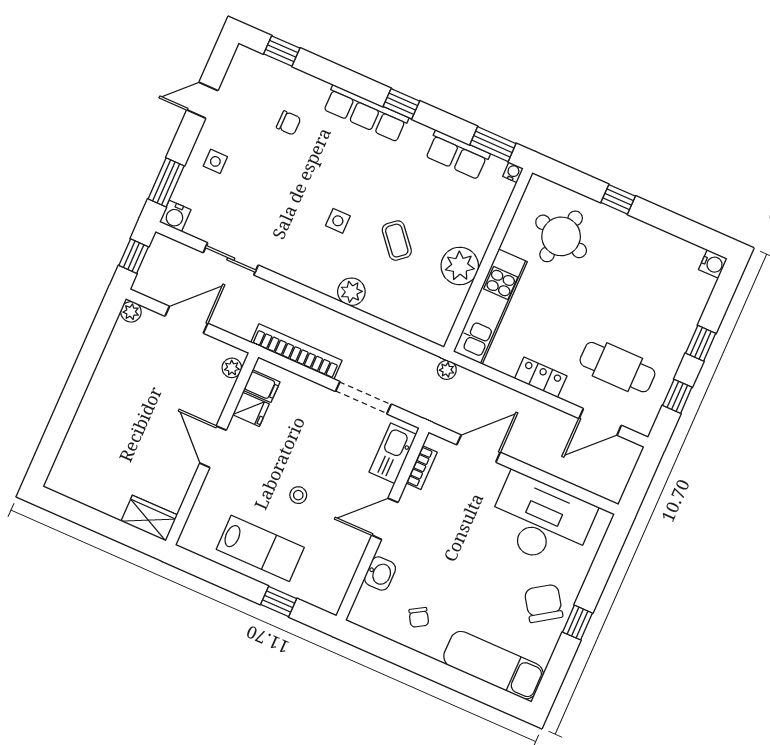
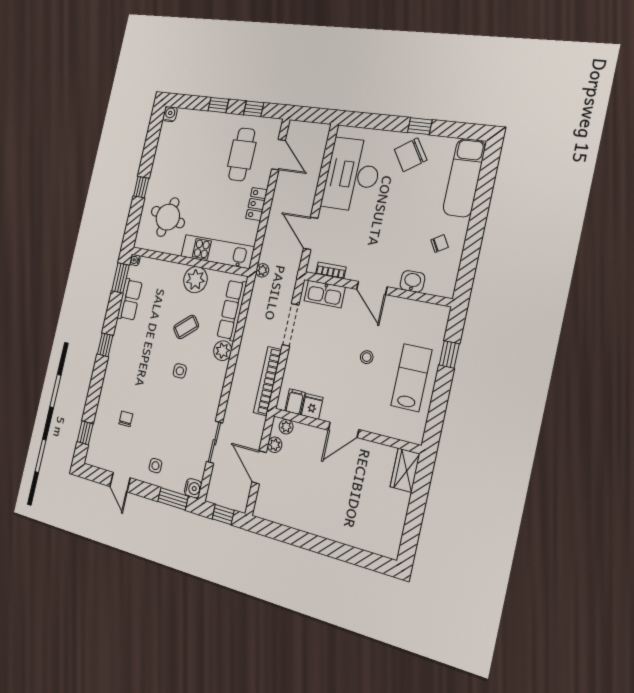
row of seats: (366, 113) -> (232, 310), moved, turned 180
plant: (131, 312) -> (275, 445), moved

